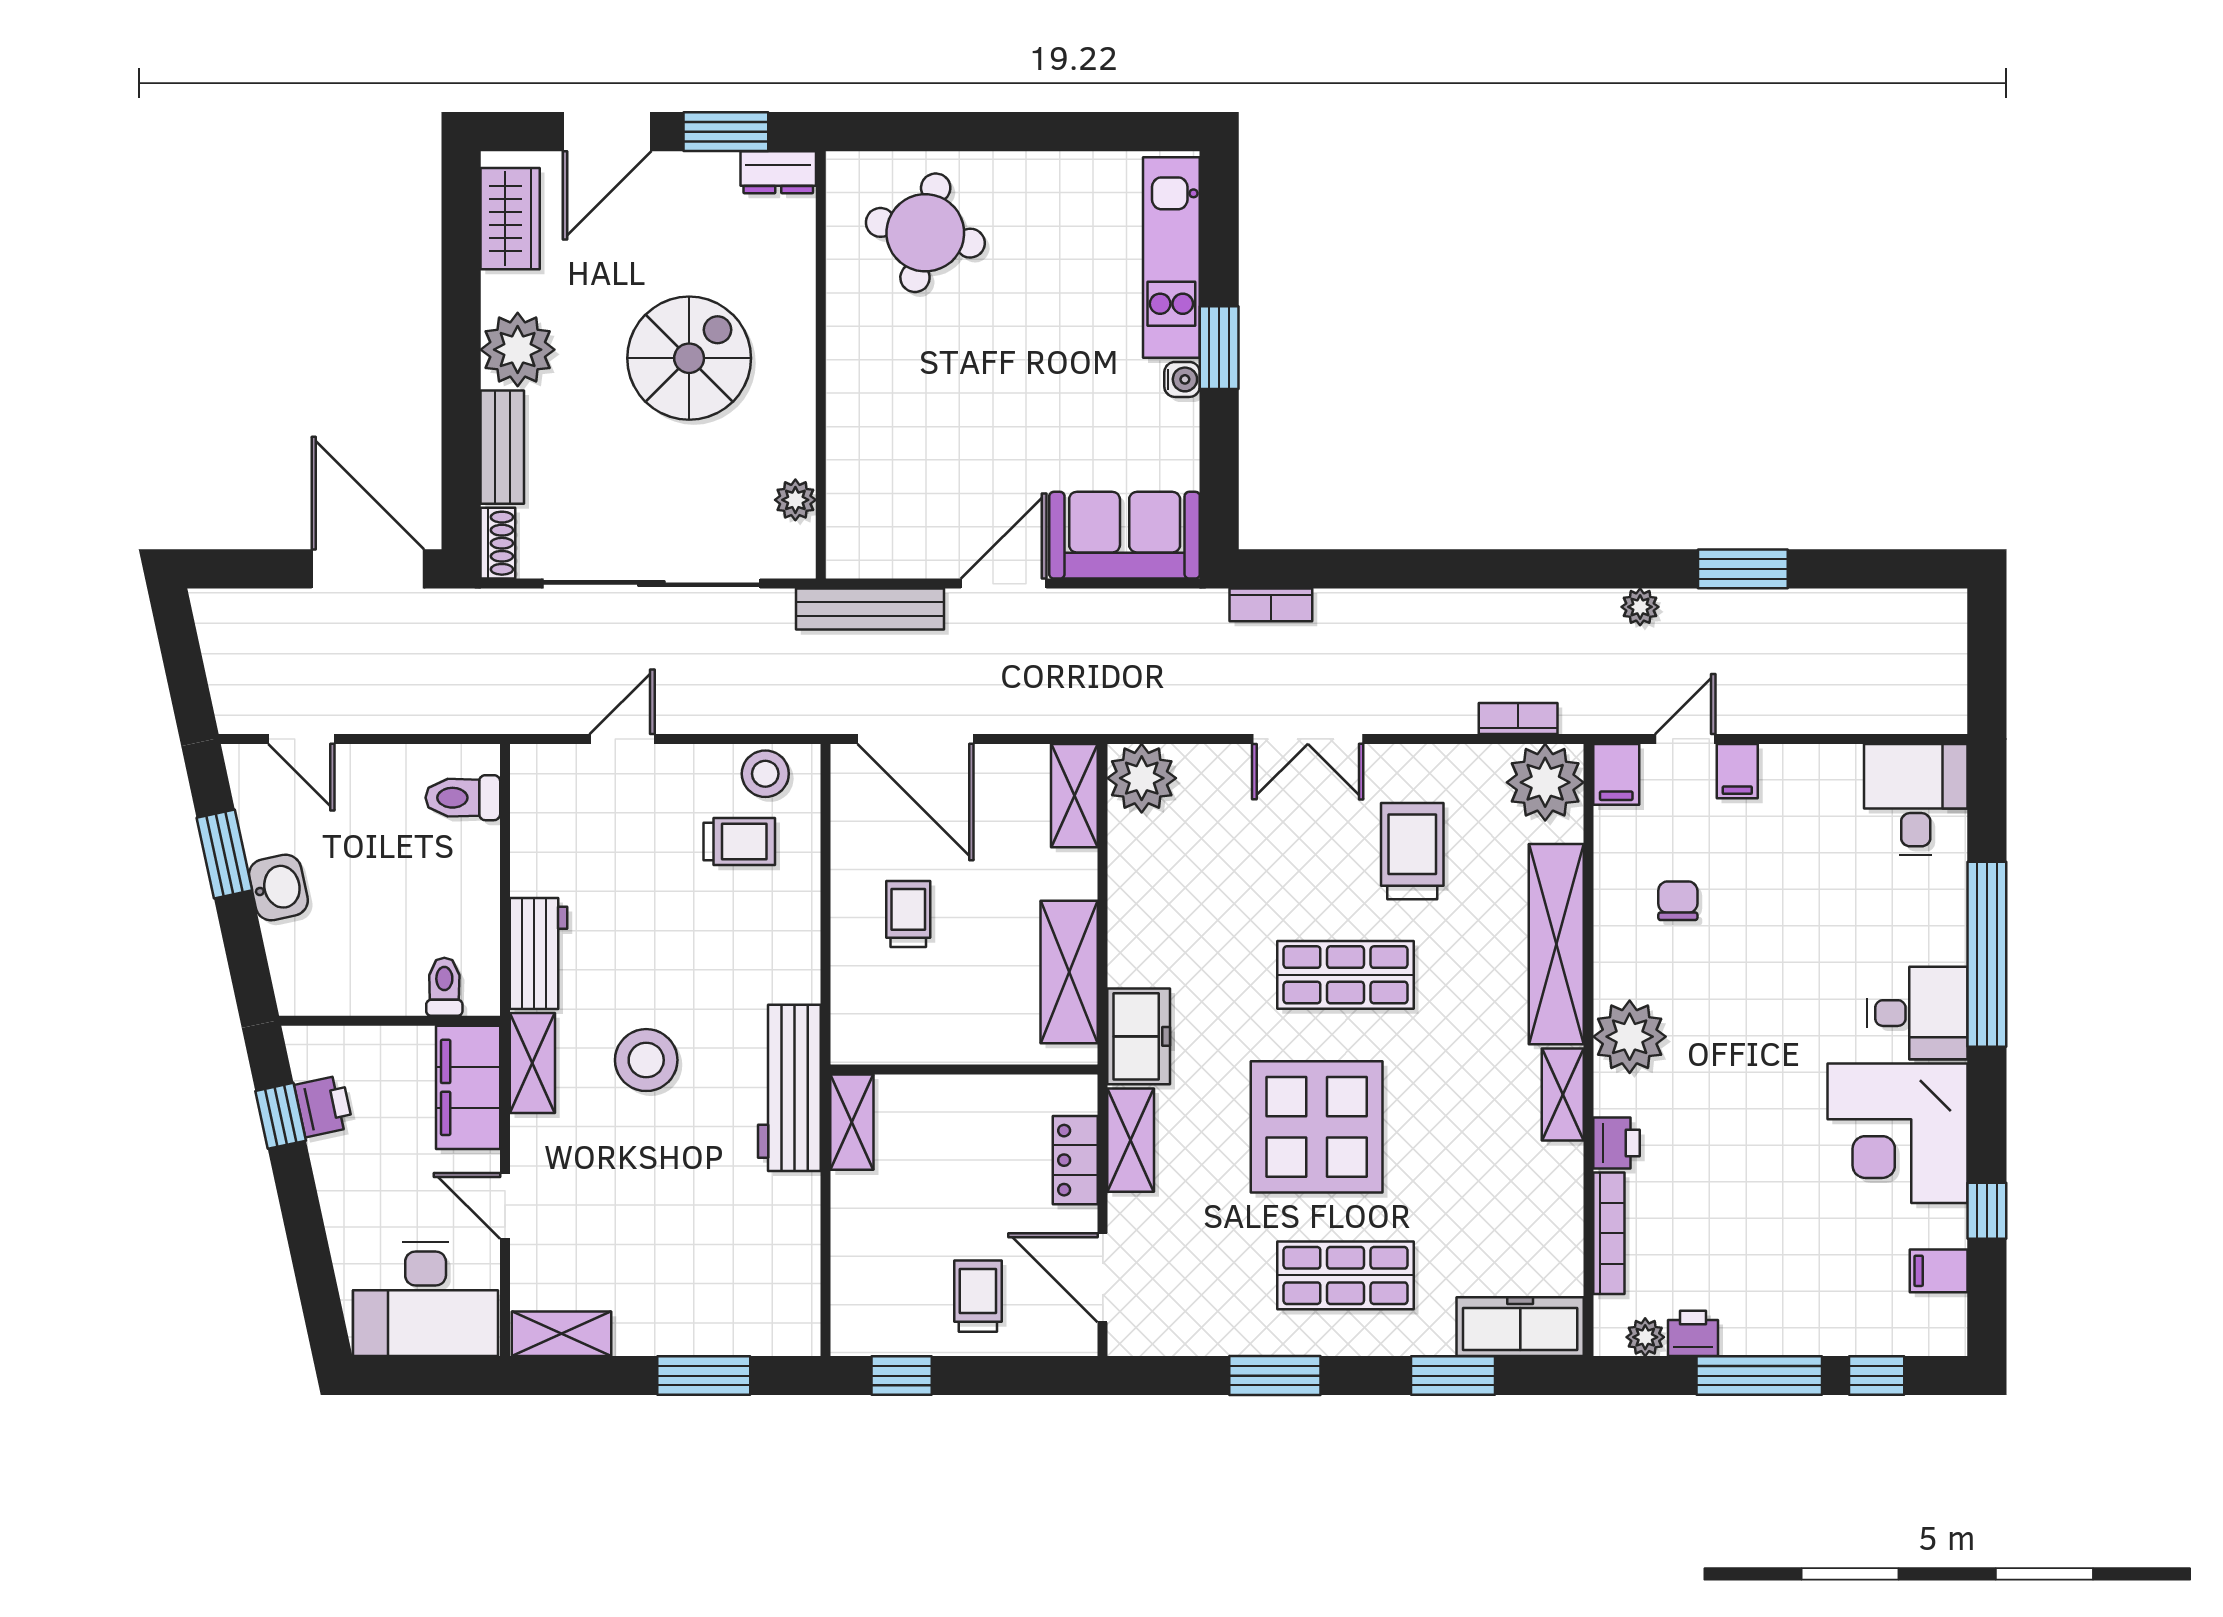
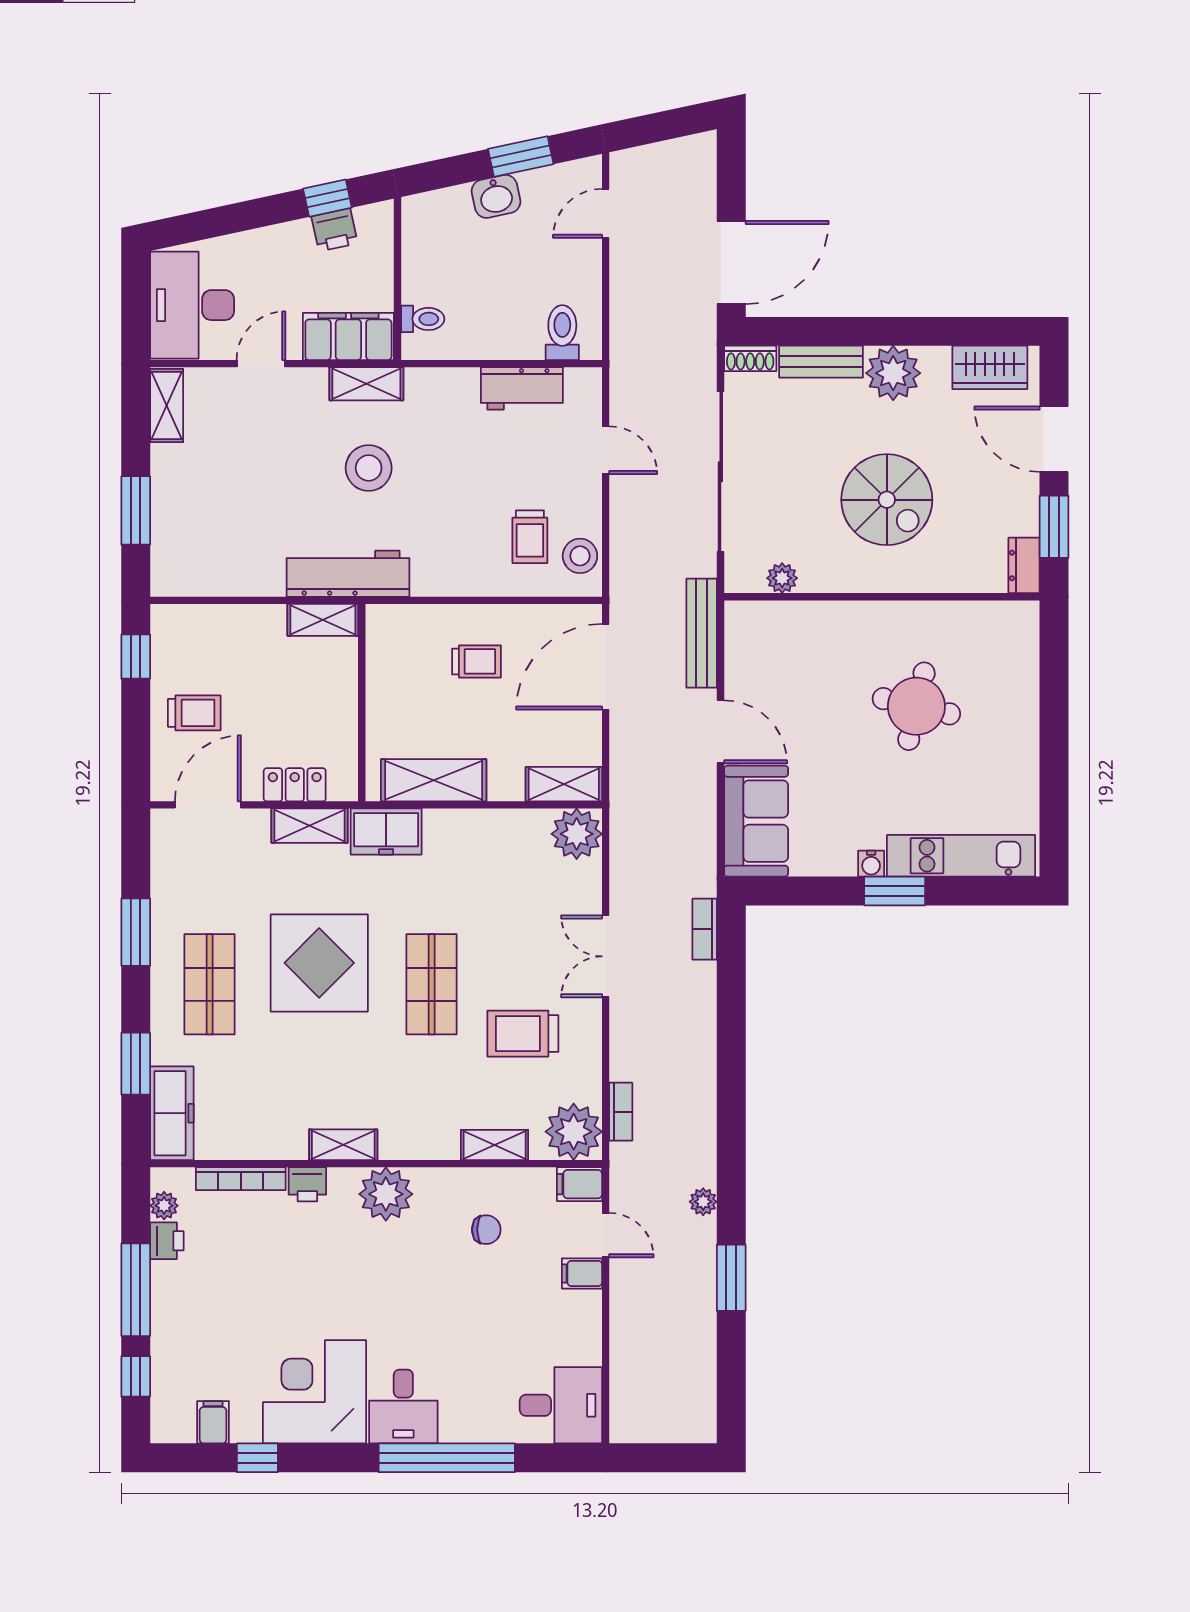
round table: (925, 233) -> (916, 706), moved
trolley: (1412, 851) -> (523, 1034), turned 180
shelving: (1556, 944) -> (495, 1145), width x0.45, depth x0.75
workbench: (538, 953) -> (522, 388), moved

